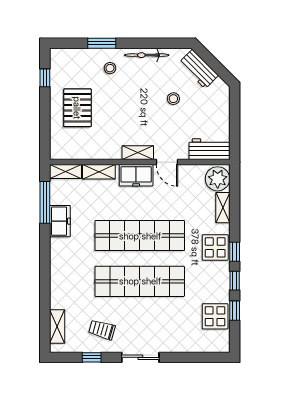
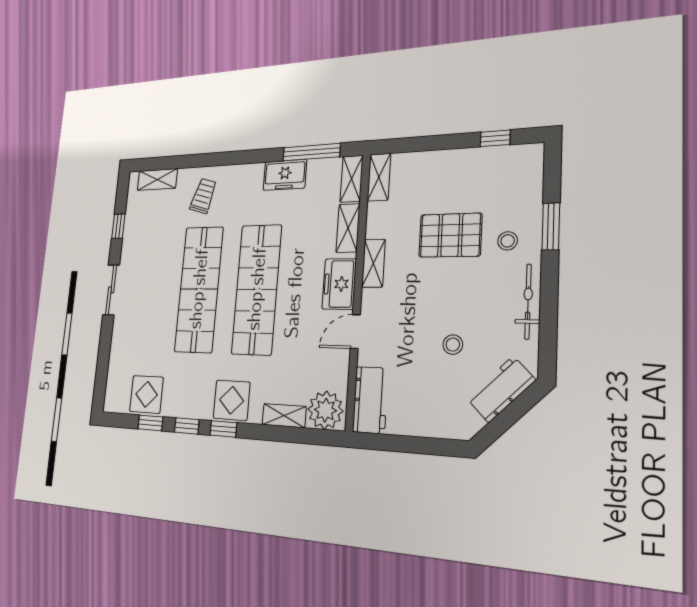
pallet: (77, 108) -> (450, 235), moved
shelving: (65, 152) -> (379, 177), added
shelving: (138, 153) -> (373, 263), moved
trolley: (102, 330) -> (203, 196), moved

